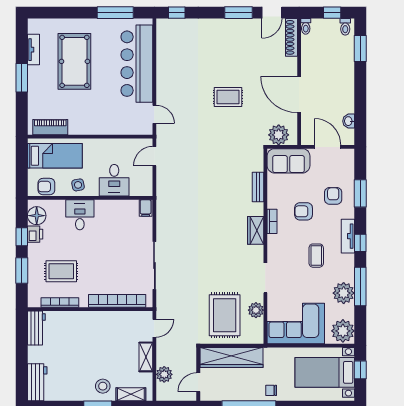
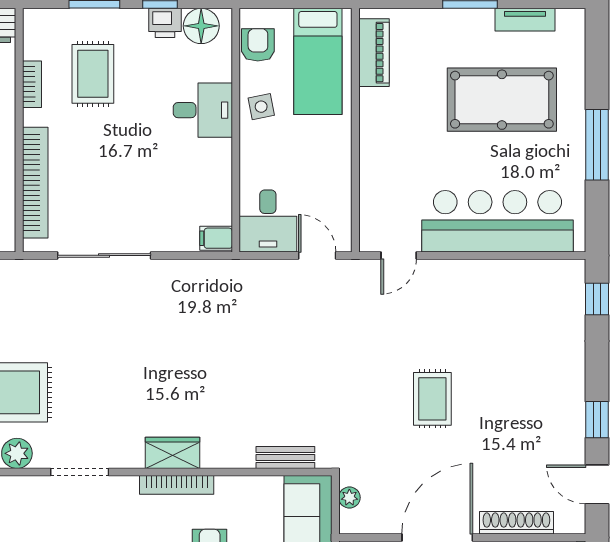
window: (115, 13) -> (597, 145), moved
window: (239, 13) -> (597, 420), width x0.67
shoe rack: (292, 37) -> (516, 523), moved
plant: (279, 135) -> (349, 498), width x0.53, depth x0.53
desk: (114, 180) -> (268, 221), moved, turned -90
bench: (258, 187) -> (285, 457), moved
bookcase: (272, 221) -> (177, 485), width x1.56
bookcase: (60, 302) -> (32, 84), width x0.64

